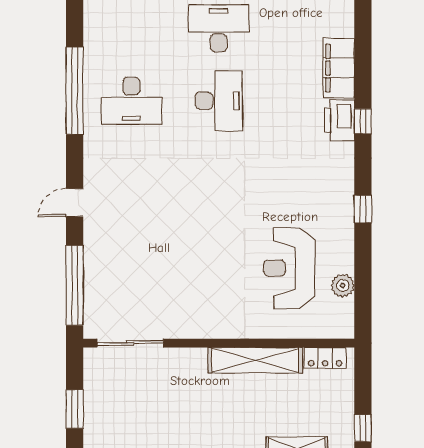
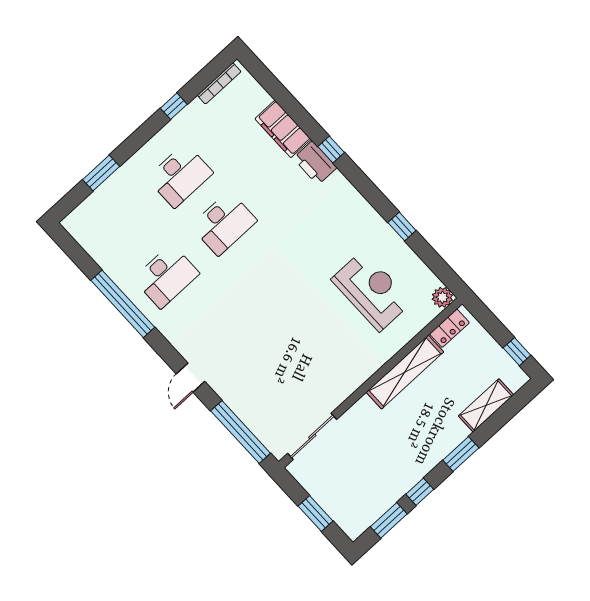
desk: (219, 28) -> (180, 176), turned 180
desk: (219, 101) -> (224, 223), turned 90
window: (363, 209) -> (402, 227), moved
reception desk: (289, 268) -> (372, 291), turned 180
plant: (343, 286) -> (442, 297), moved

